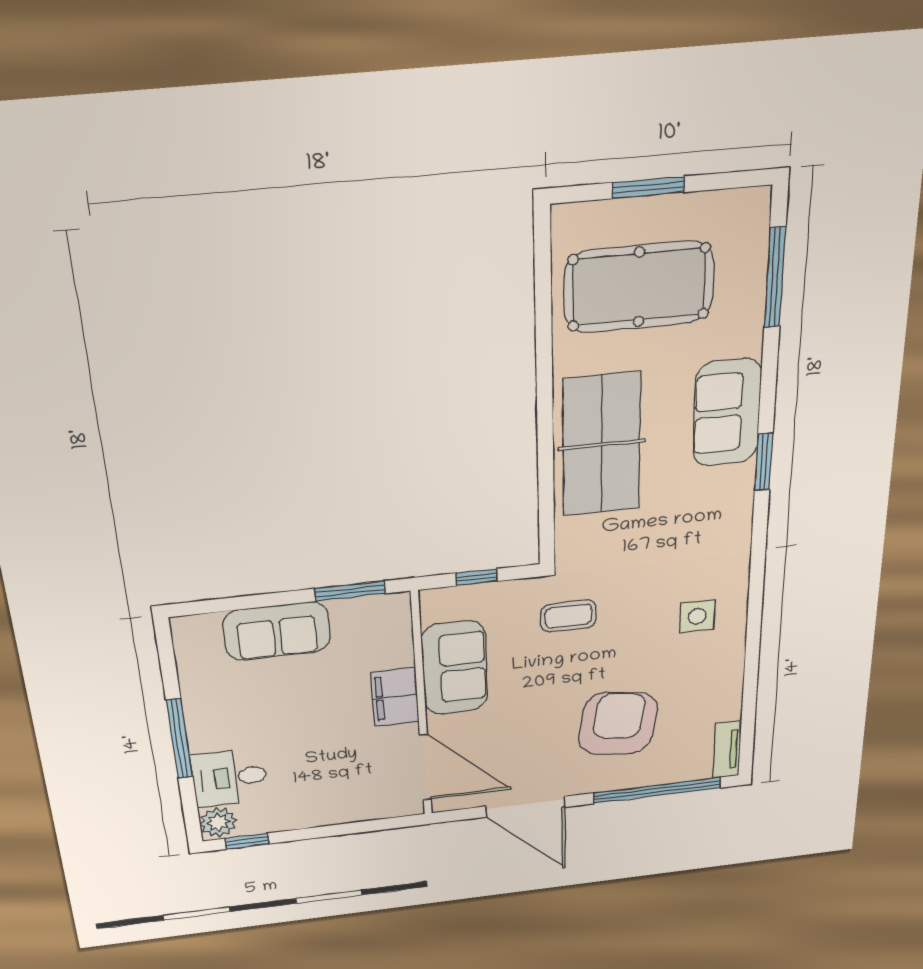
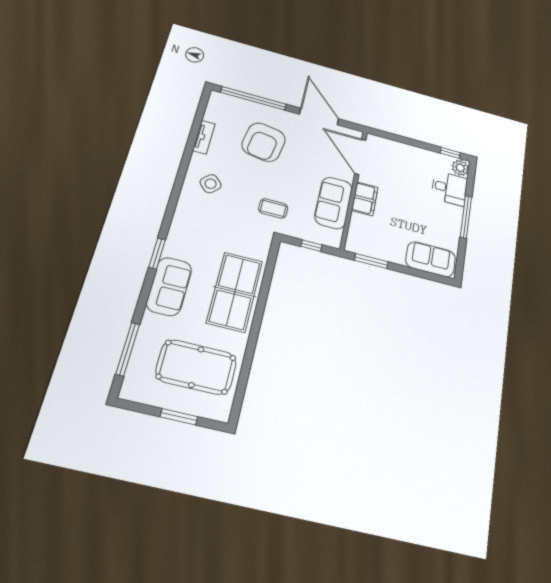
side table: (697, 616) -> (211, 184), turned 45
sofa: (277, 631) -> (431, 259), moved
tv unit: (727, 750) -> (204, 137), moved

